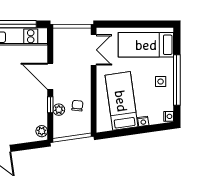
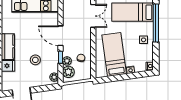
window: (177, 80) -> (156, 23), moved
stool: (17, 108) -> (35, 60), added
plant: (61, 124) -> (68, 72), added

